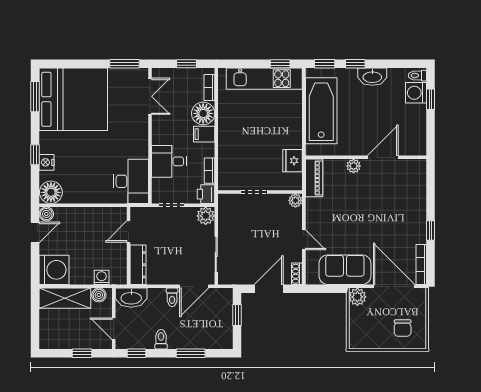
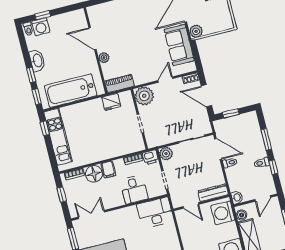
plant: (295, 200) -> (144, 96), width x1.88, depth x1.88
washing machine: (102, 277) -> (223, 213), width x1.89, depth x1.89
washbasin: (131, 298) -> (237, 198), width x0.52, depth x0.69
window: (137, 353) -> (273, 167), moved

